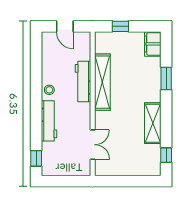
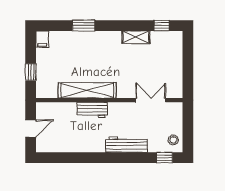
filing cabinet: (153, 44) -> (42, 39), width x0.50
workbench: (83, 81) -> (92, 110), width x0.73
stool: (49, 90) -> (173, 140), moved
shelving: (153, 123) -> (136, 37), width x0.67, depth x0.75

